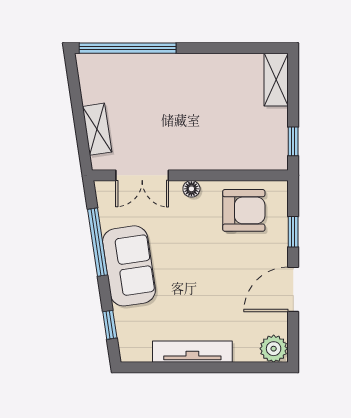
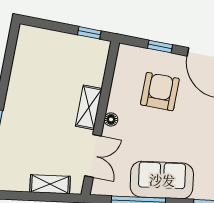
shelving: (276, 80) -> (89, 107), moved, turned 90
armchair: (244, 210) -> (160, 92), moved

